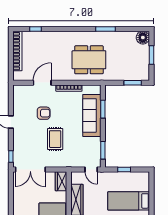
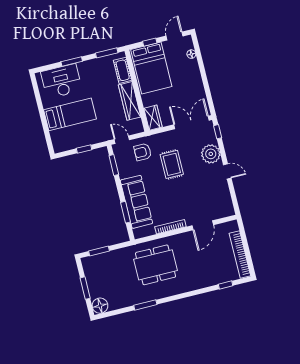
armchair: (44, 113) -> (143, 152), moved
plant: (21, 140) -> (211, 154), added

